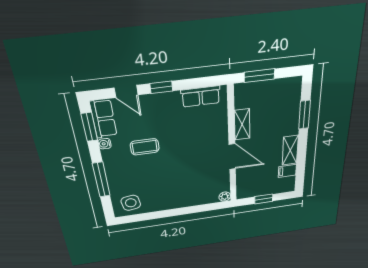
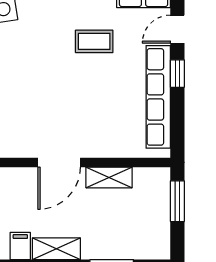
row of seats: (201, 96) -> (158, 97), width x2.02
coffee table: (145, 147) -> (94, 41), turned 90

